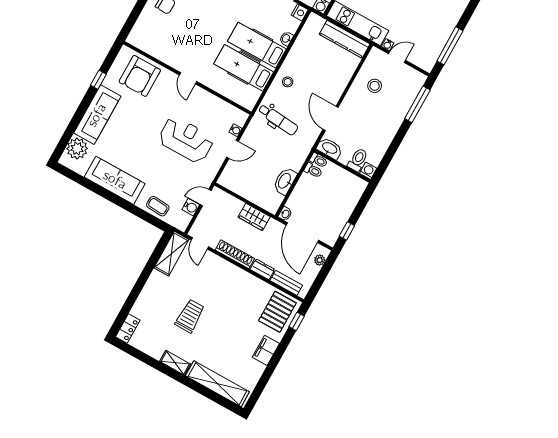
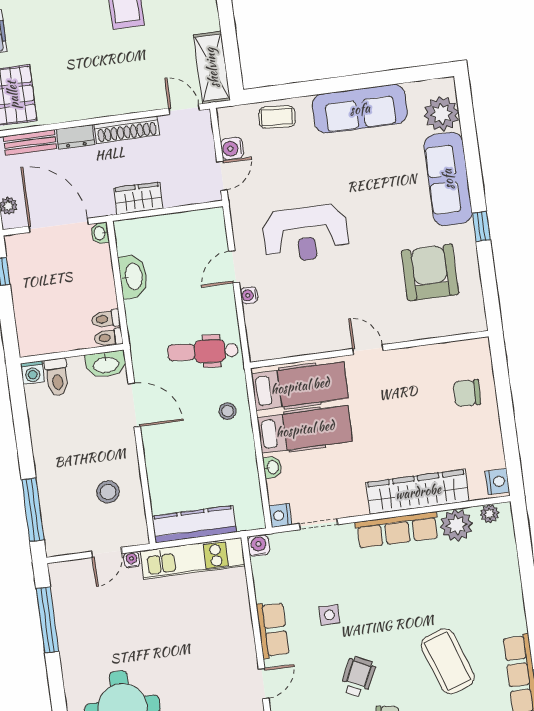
wall: (187, 78) -> (369, 349), moved
door: (188, 78) -> (368, 350), moved

